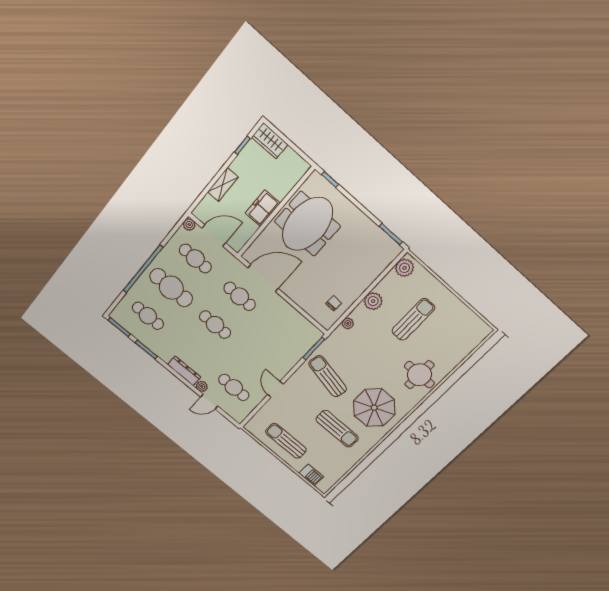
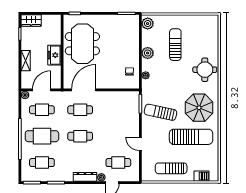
sun lounger: (337, 429) -> (191, 137), width x1.36, depth x1.34

